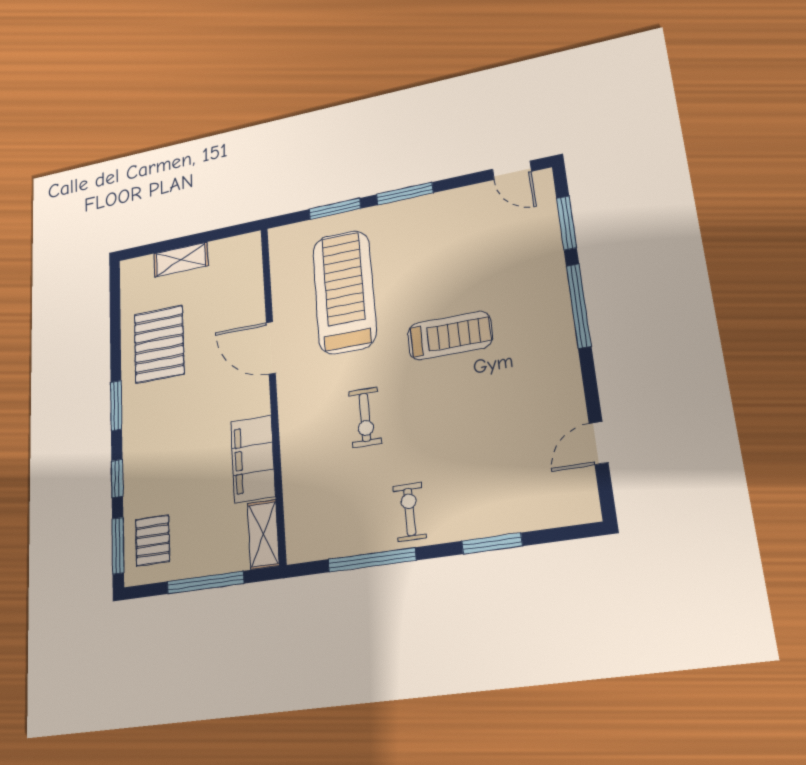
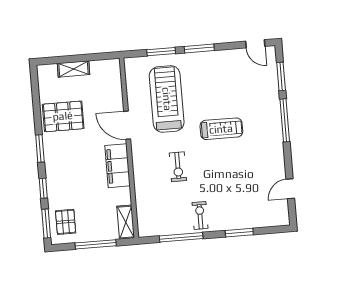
pallet: (159, 344) -> (63, 116), turned 90
filing cabinet: (253, 459) -> (117, 166), moved

